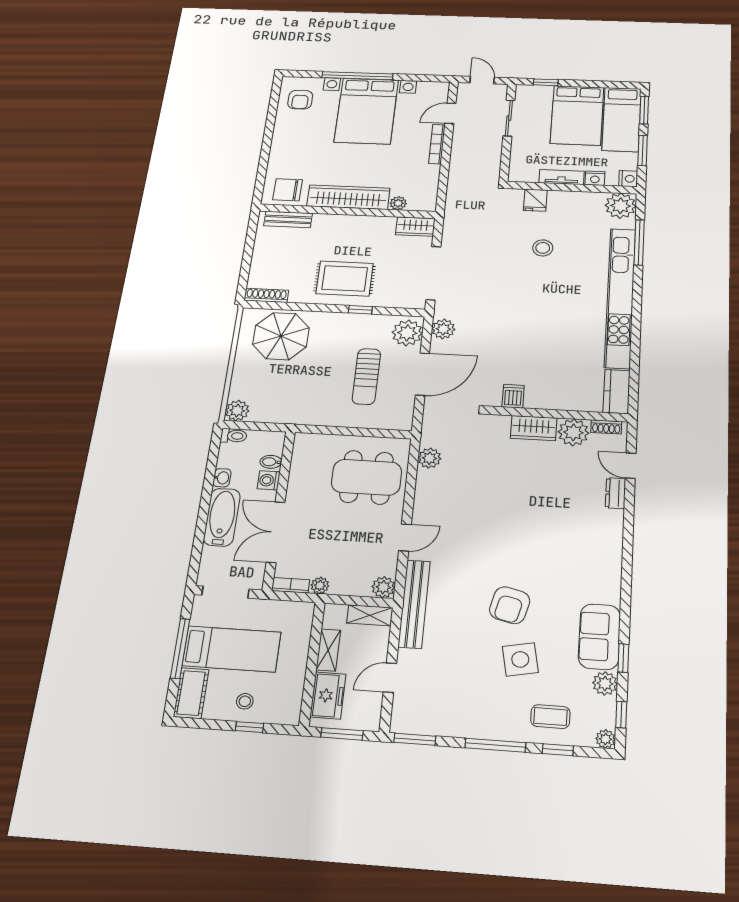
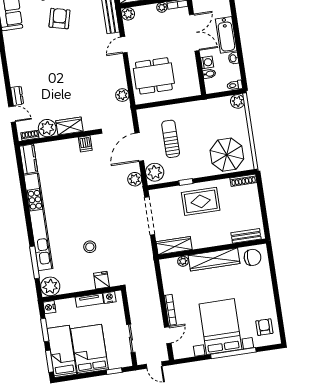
nightstand: (595, 178) -> (110, 297), moved
wardrobe: (415, 227) -> (174, 246), width x1.50

